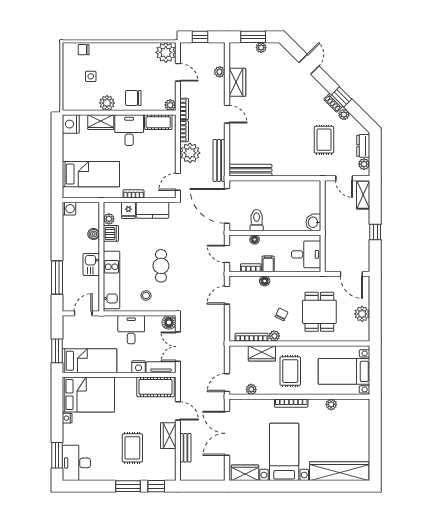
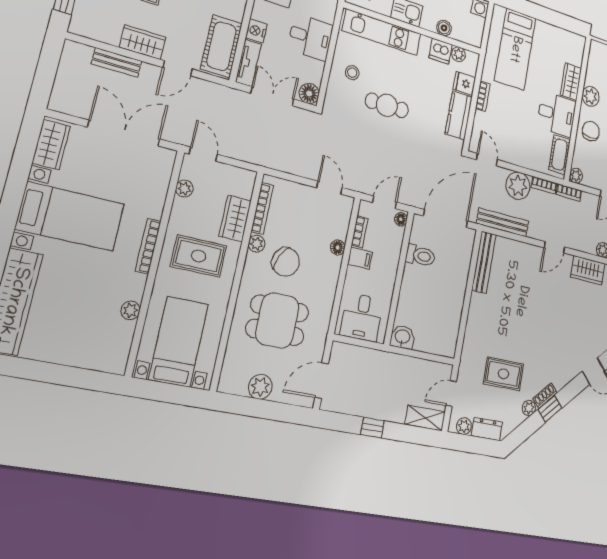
nightstand: (71, 124) -> (575, 44), removed
floor lamp: (255, 240) -> (401, 219), moved
chair: (282, 314) -> (286, 262), width x1.87, depth x1.87

